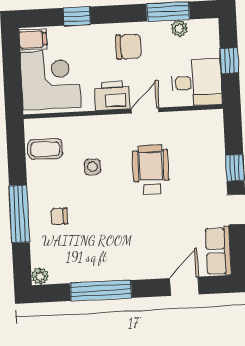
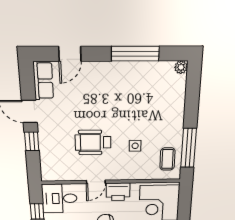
coffee table: (45, 149) -> (167, 159), turned 90
wheelchair: (151, 170) -> (93, 142), turned 90
window: (19, 214) -> (189, 148), moved
chair: (59, 216) -> (162, 112), removed

